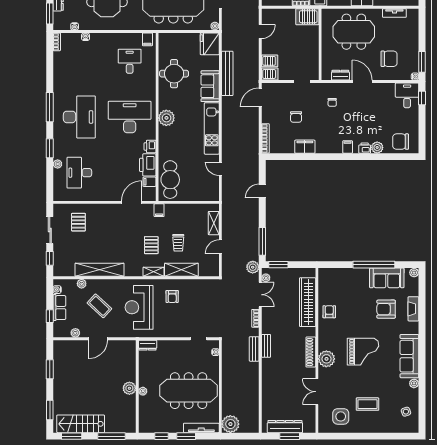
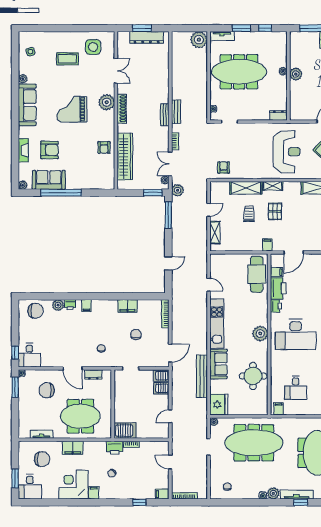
armchair: (172, 296) -> (224, 168), moved
tv unit: (201, 428) -> (222, 36), width x0.71

